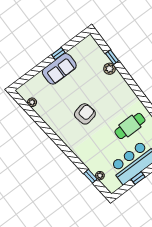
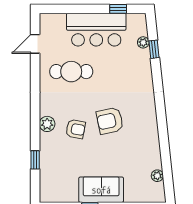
plant: (110, 69) -> (47, 124), moved
armchair: (102, 94) -> (76, 129), added
window: (138, 178) -> (118, 9), moved

